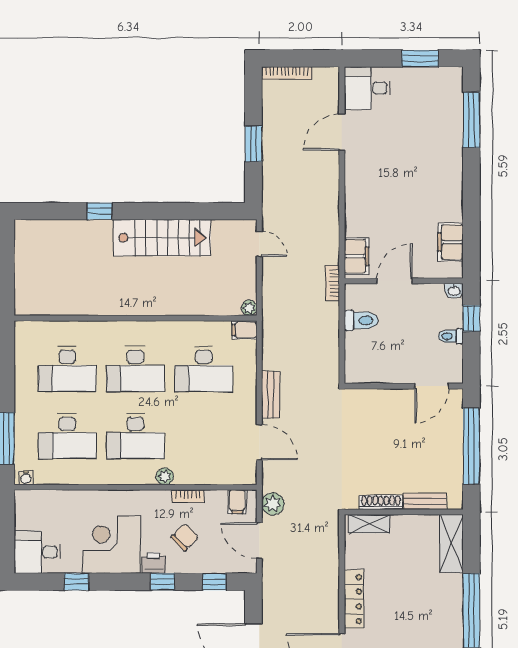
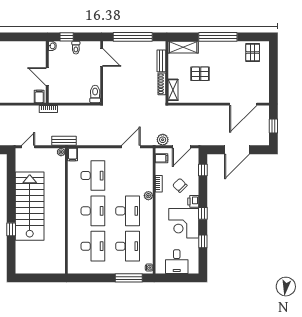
stairs: (162, 238) -> (30, 206), width x1.36, depth x1.51
filing cabinet: (451, 242) -> (27, 48), removed
filing cabinet: (357, 256) -> (39, 96), width x0.50
toilet: (361, 320) -> (95, 94), moved
bench: (271, 395) -> (64, 141), moved
desk: (37, 552) -> (177, 262), moved
pallet: (400, 576) -> (200, 74), added
window: (163, 582) -> (203, 213), moved
locker: (354, 599) -> (212, 98), removed

